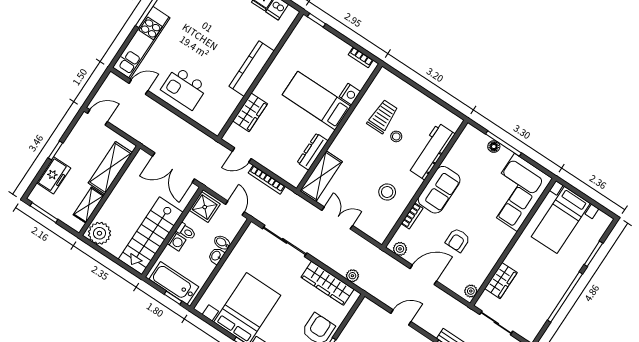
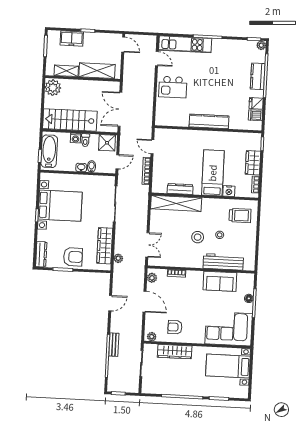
kitchen island: (184, 88) -> (173, 87), turned -90
wardrobe: (250, 112) -> (253, 163), moved, turned 90
trolley: (382, 117) -> (240, 216), moved
shelving: (321, 176) -> (176, 203), width x1.47
sofa: (439, 190) -> (220, 281), moved
stool: (387, 192) -> (198, 237), moved
double door: (337, 218) -> (147, 245), moved
armchair: (458, 240) -> (175, 327), moved
wardrobe: (501, 281) -> (175, 352), width x1.50
door: (401, 318) -> (110, 303), hinge flipped

